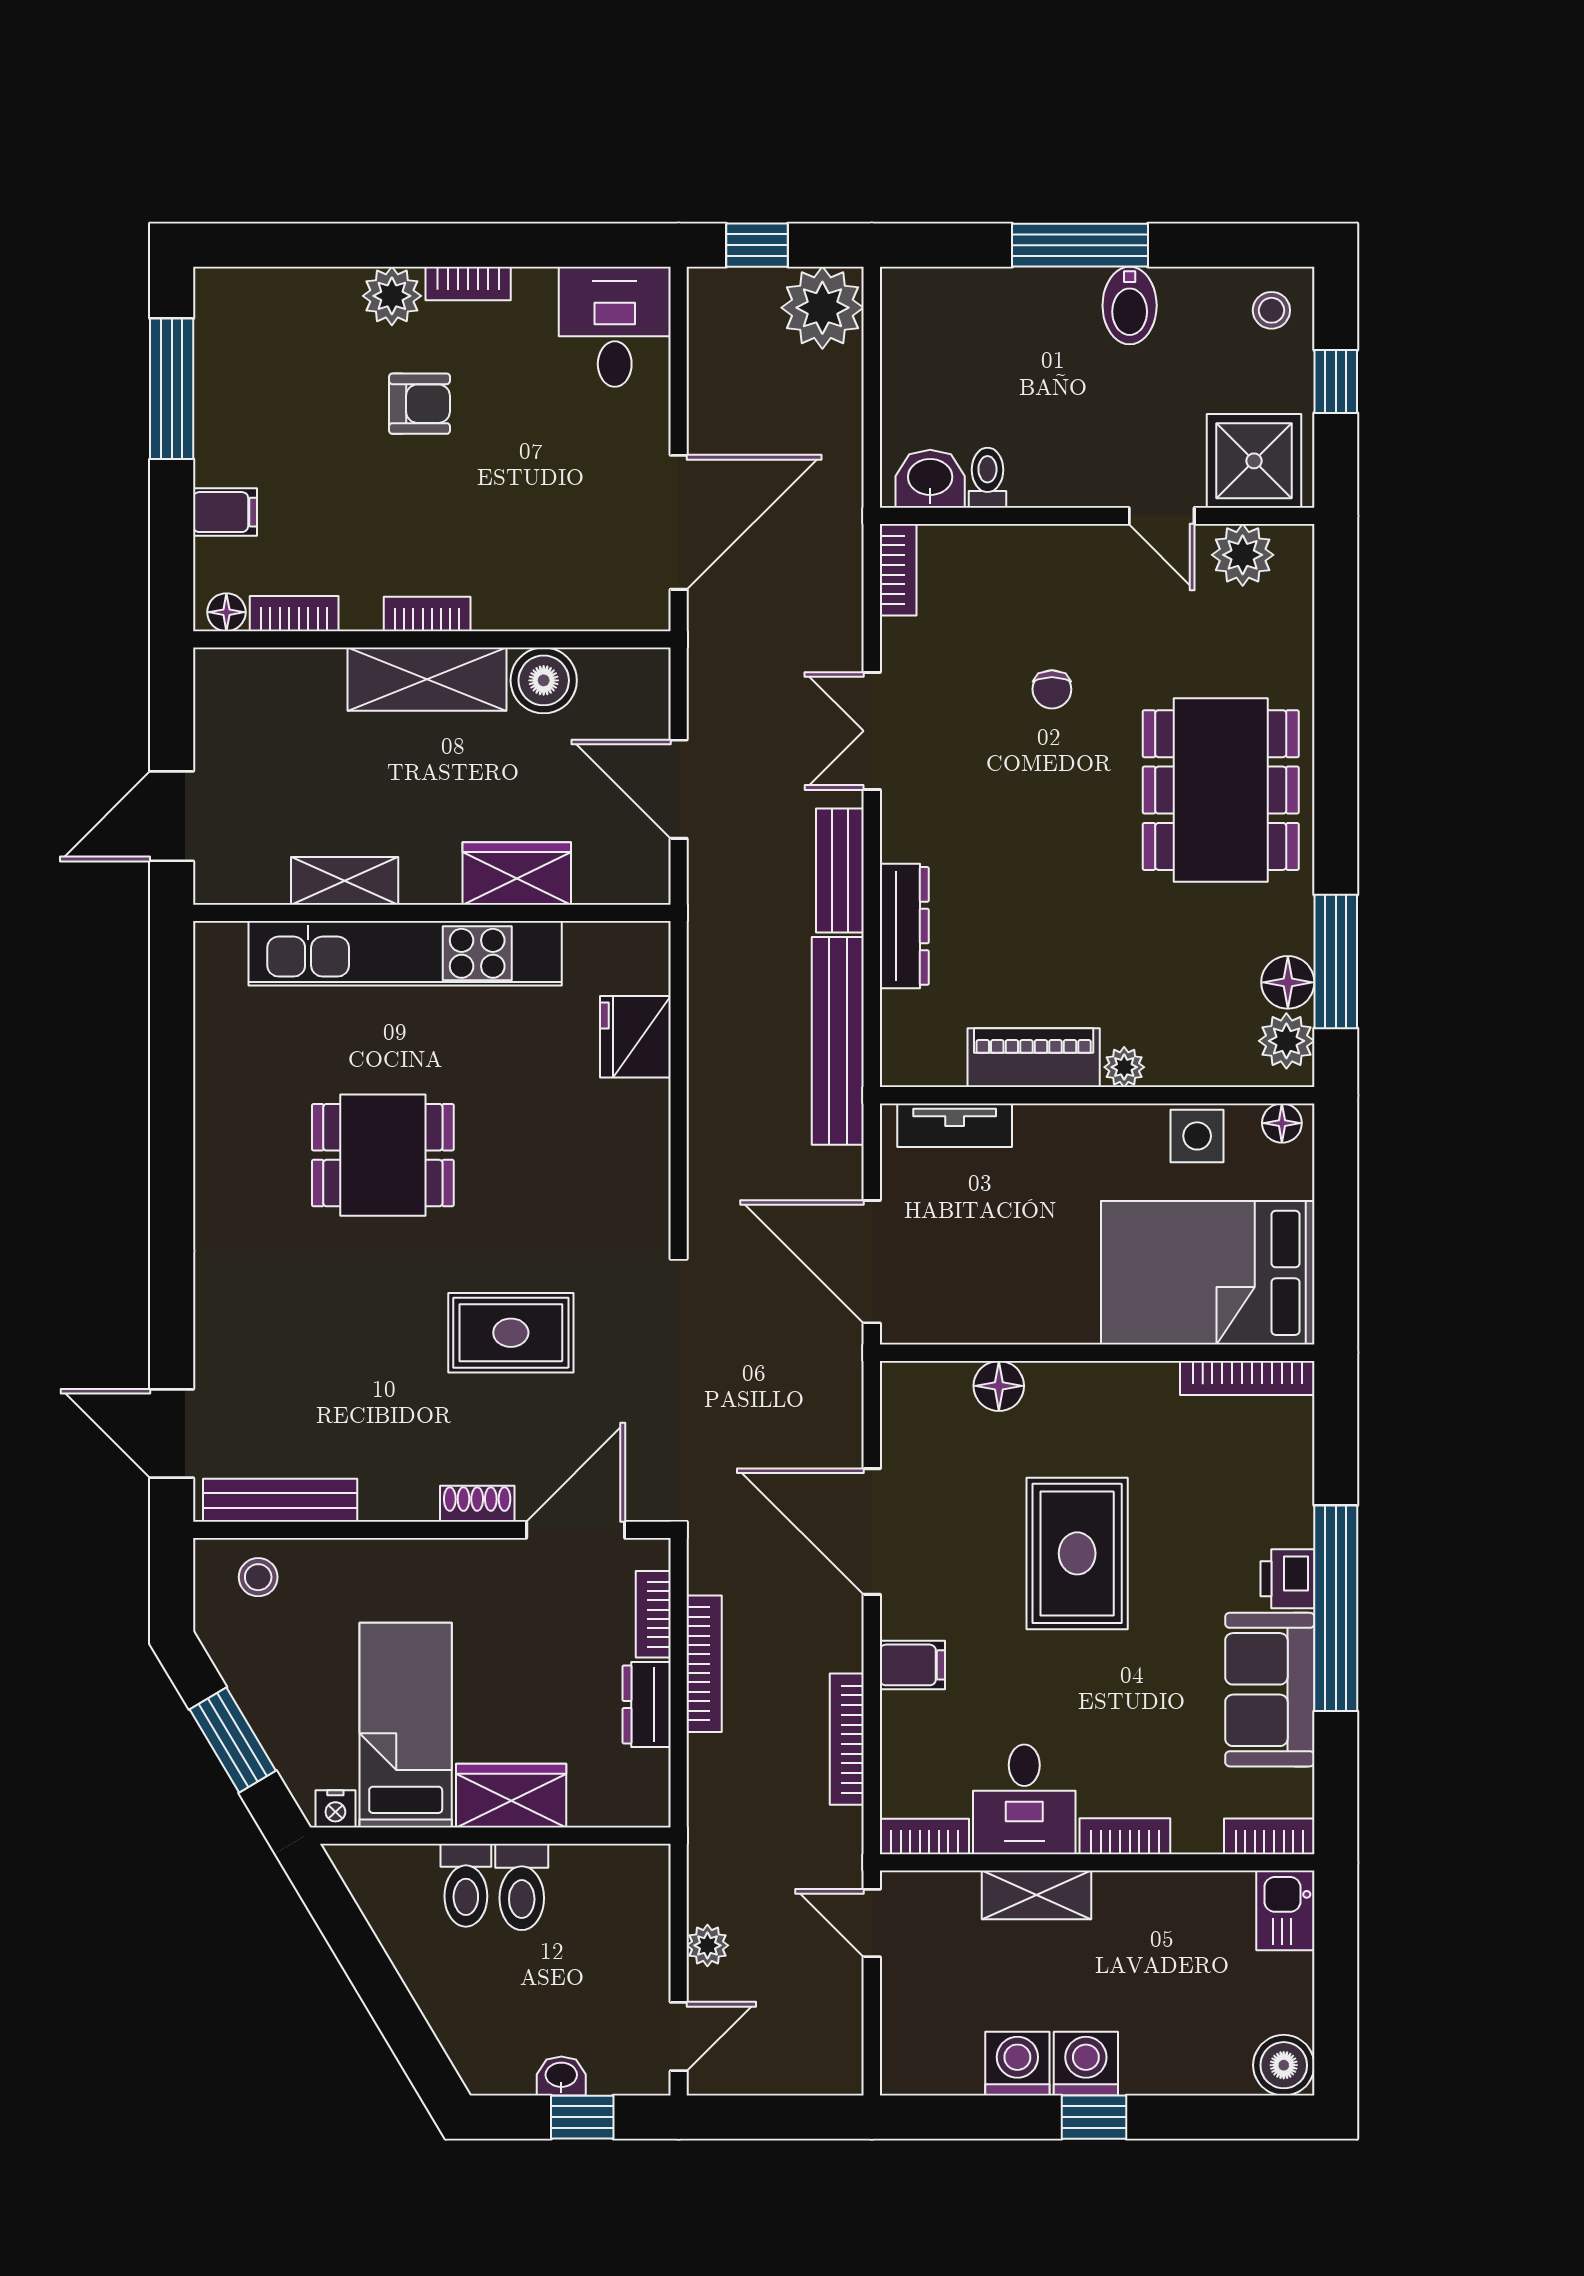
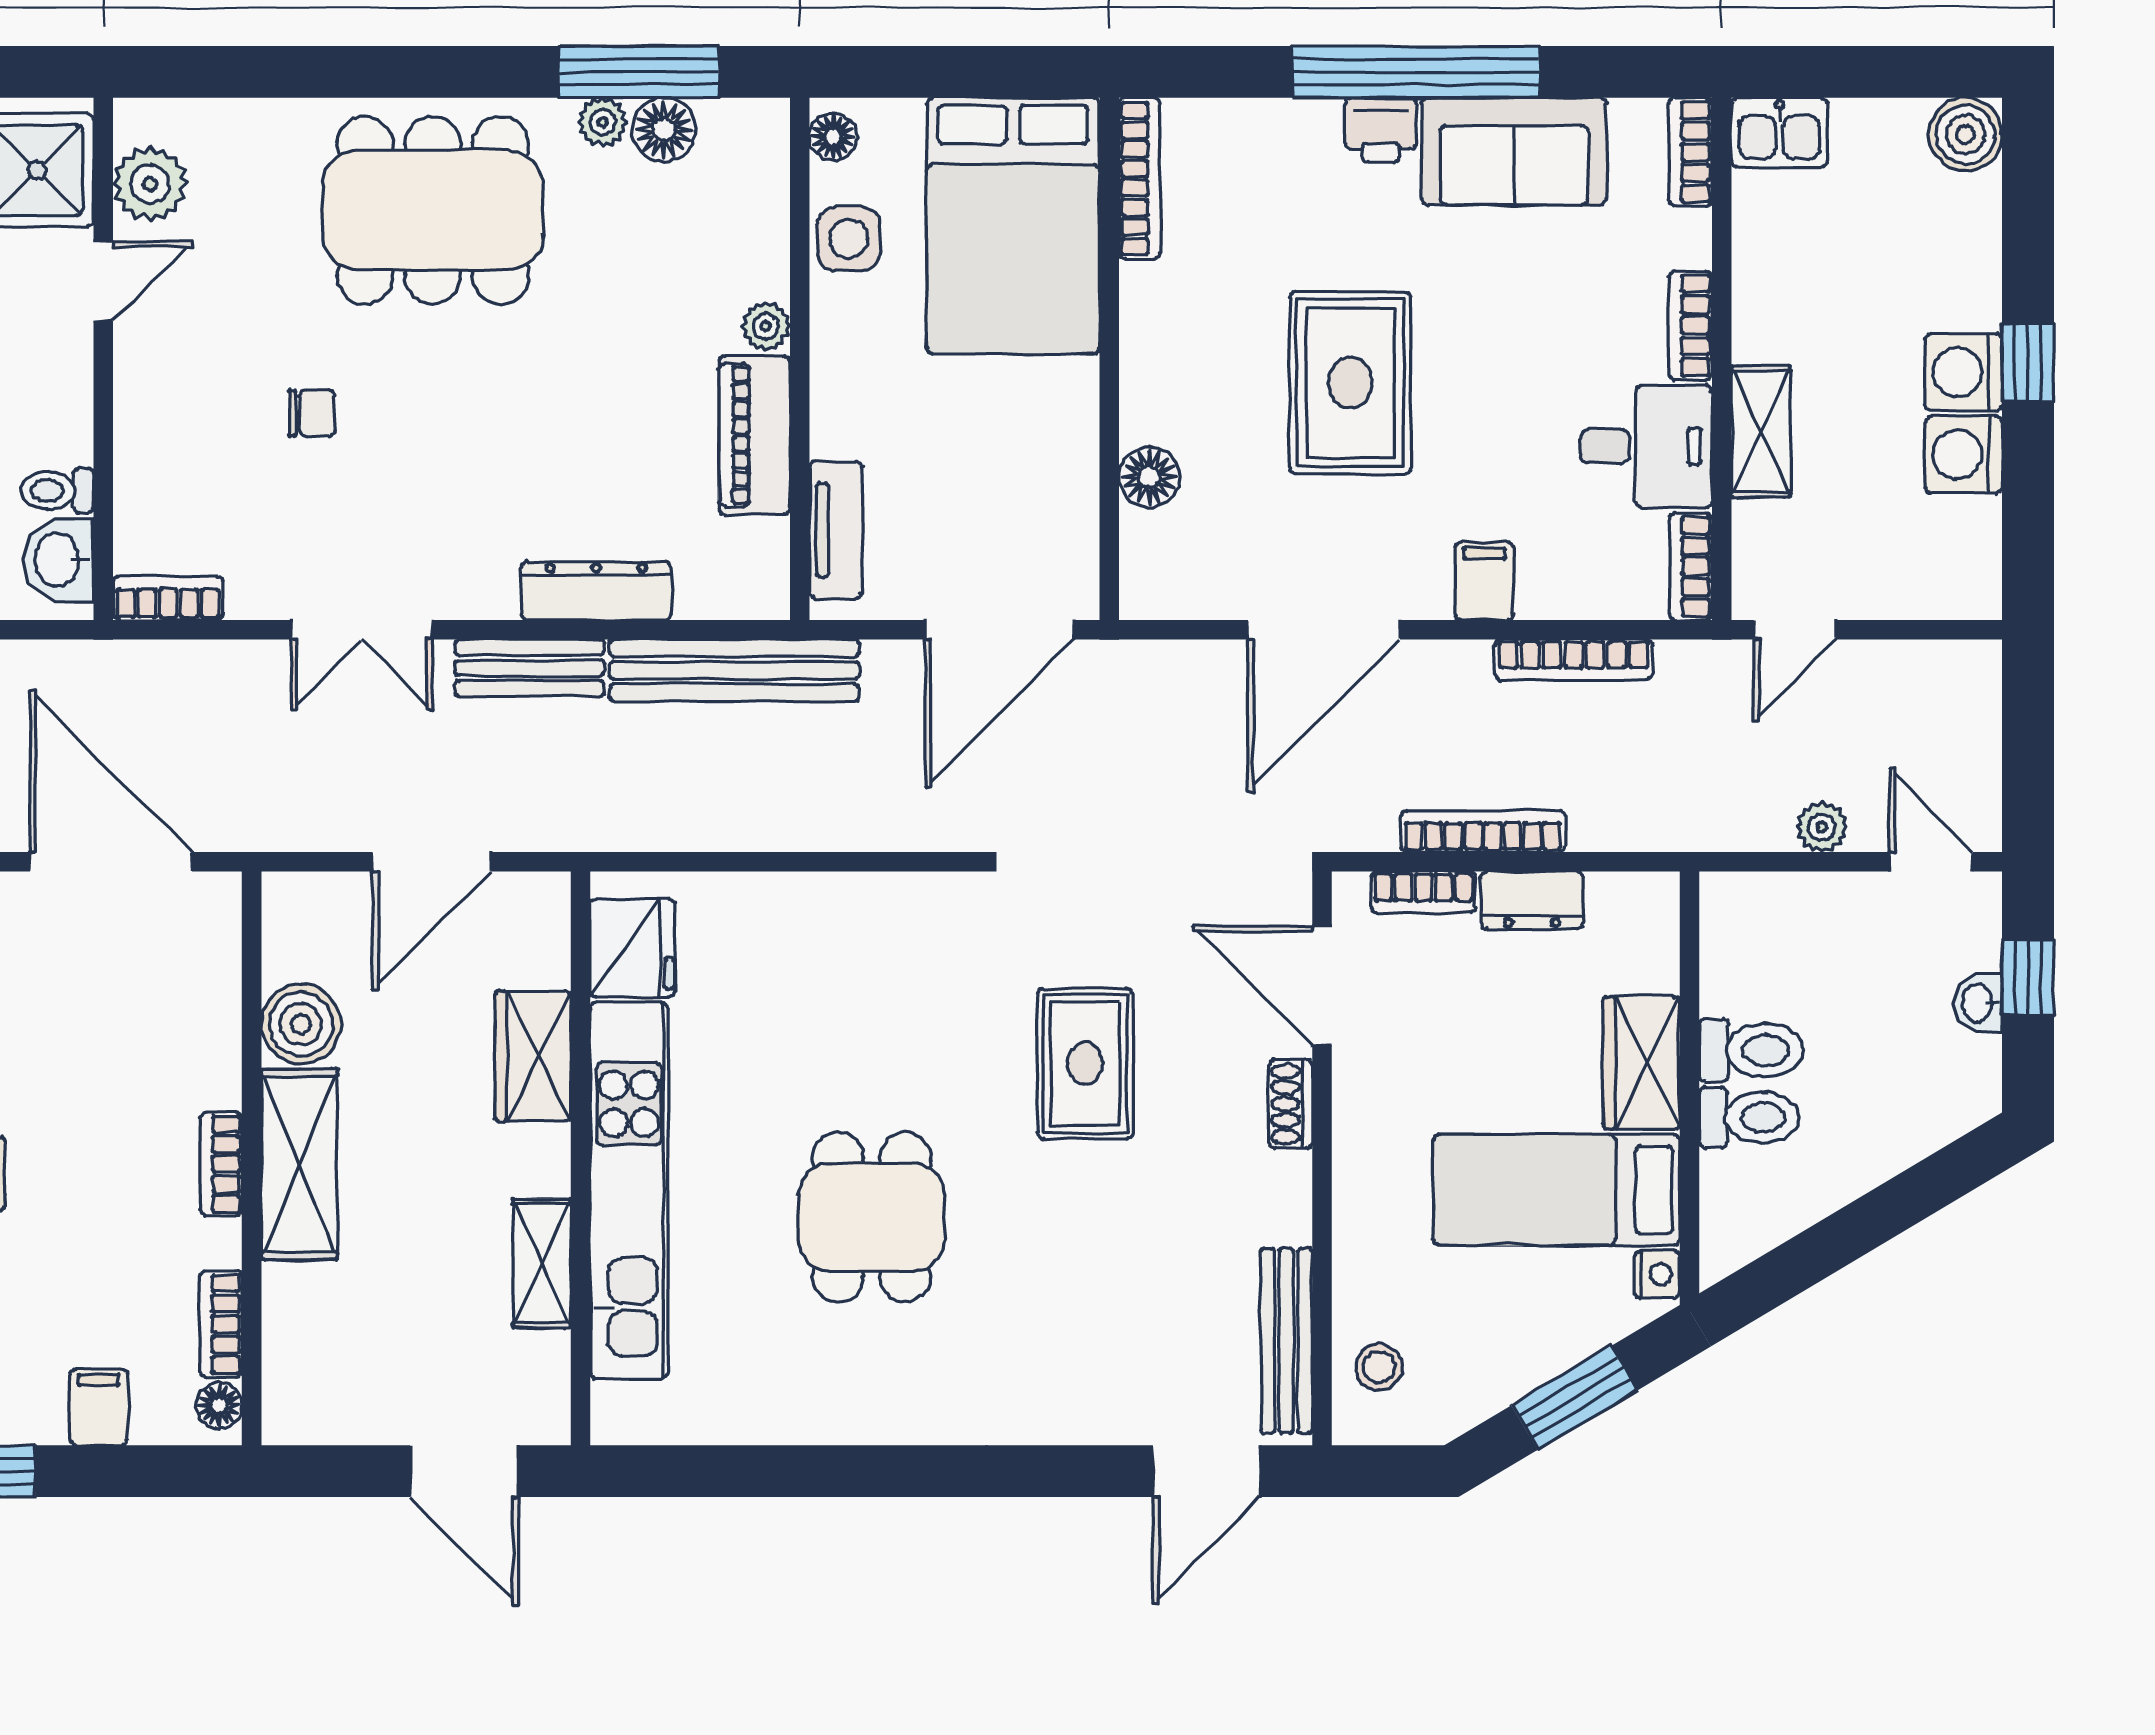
fridge: (635, 1037) -> (633, 948), moved, turned -90
plant: (1286, 1041) -> (603, 122), moved, width x0.73, depth x0.73
rug: (1077, 1553) -> (1350, 383), turned 90

